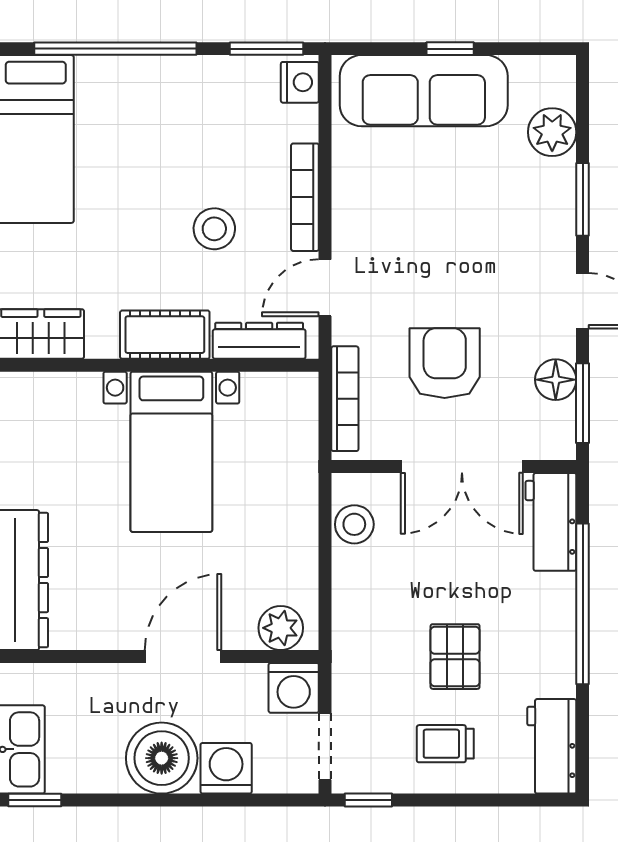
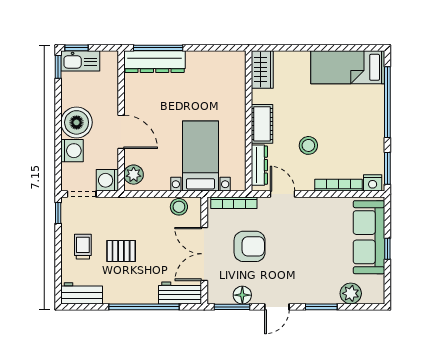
bookcase: (305, 197) -> (339, 185), moved
bed with nightstands: (171, 452) -> (200, 156), moved, turned 90

